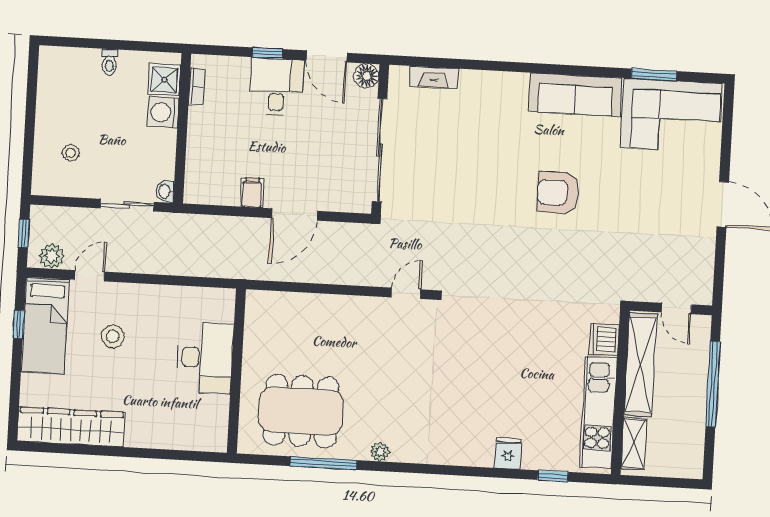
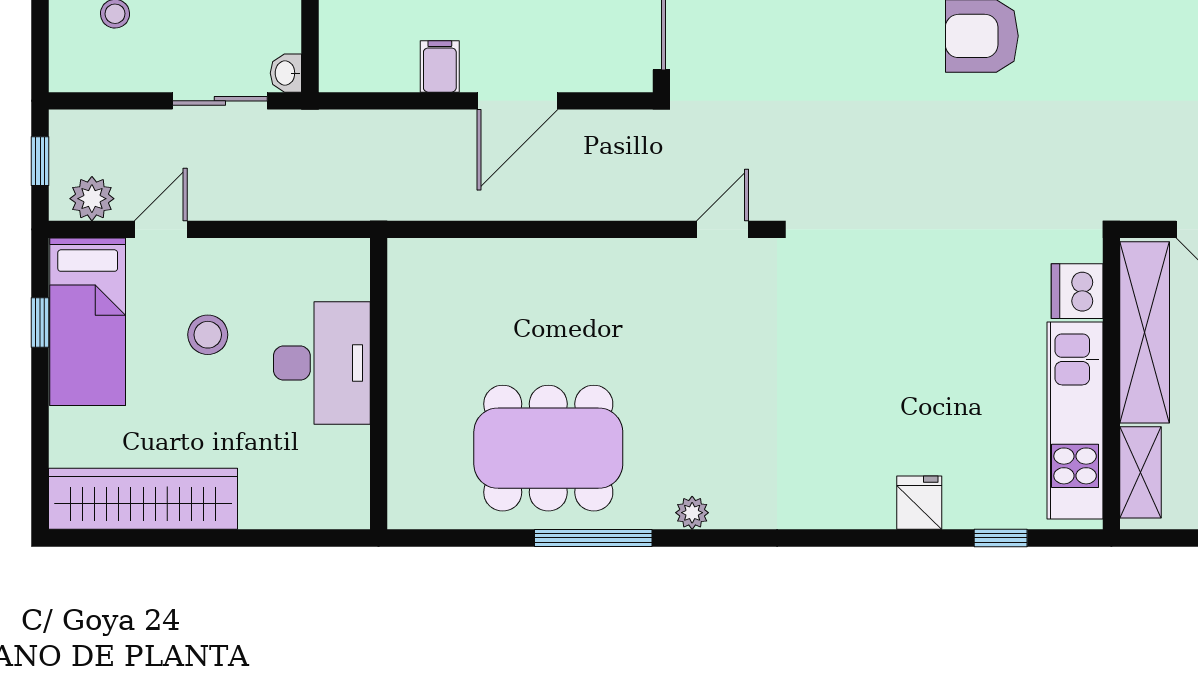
desk: (205, 358) -> (322, 363), moved
wall: (236, 371) -> (379, 384), moved

